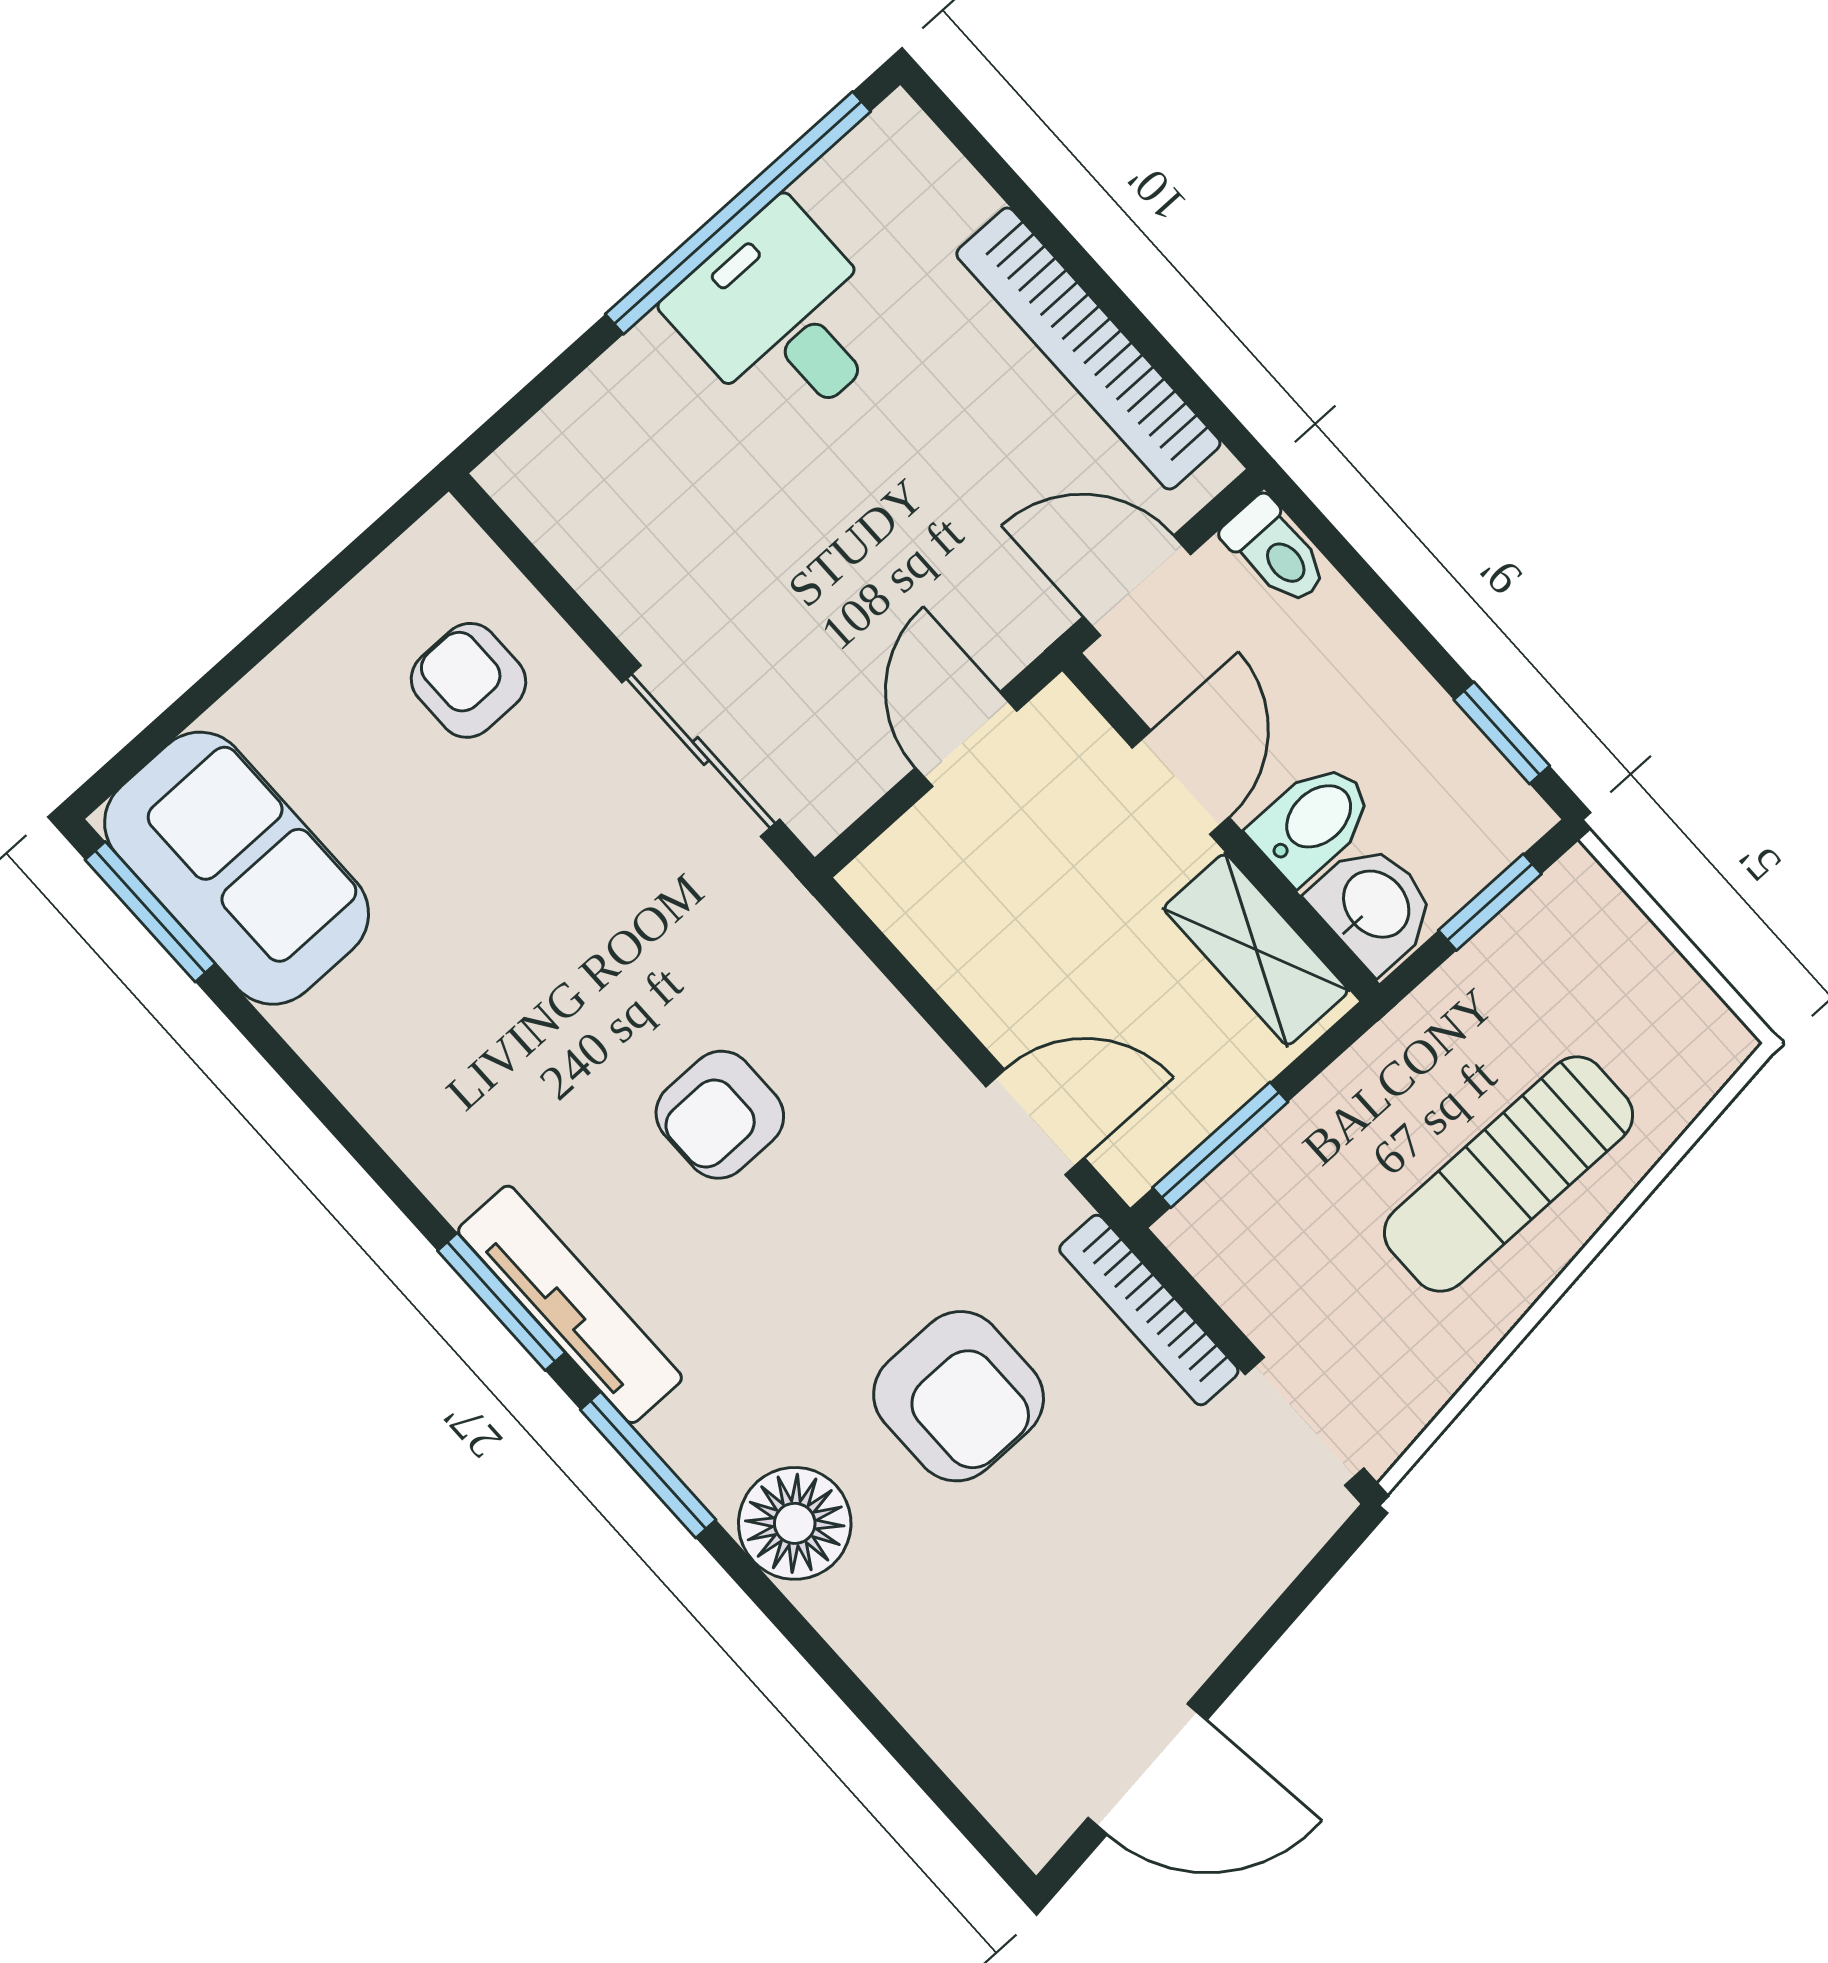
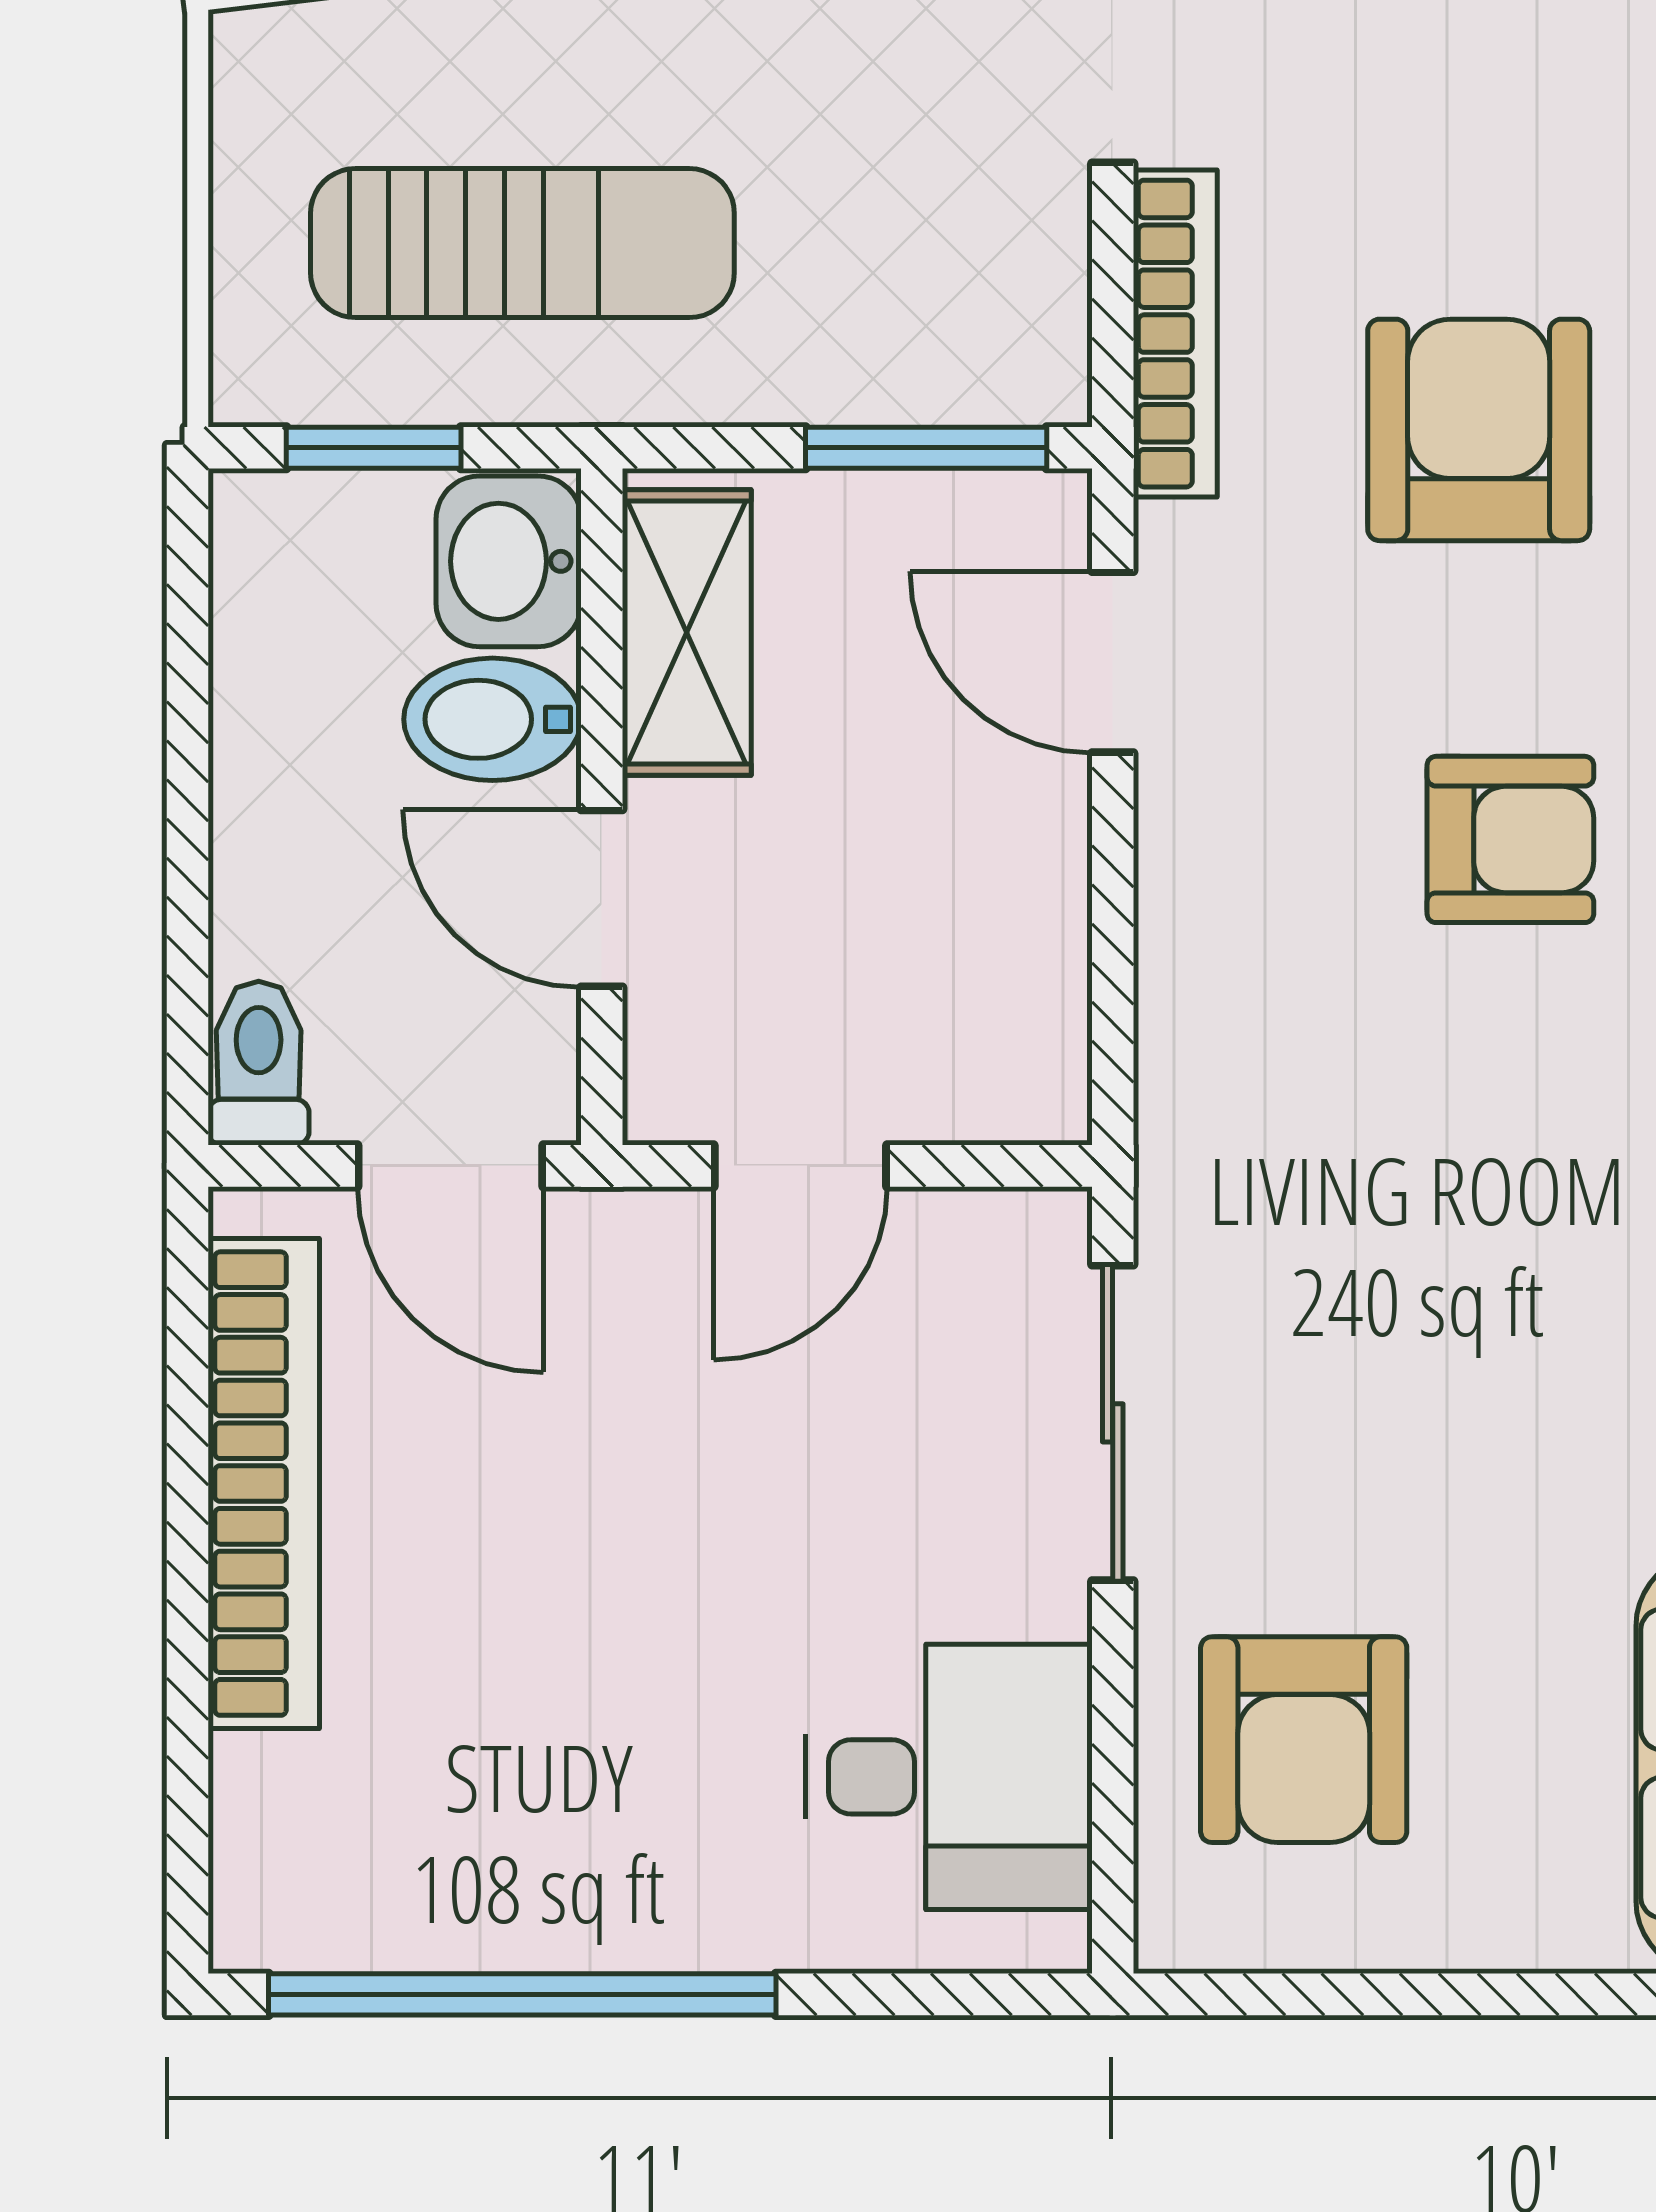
desk: (782, 318) -> (949, 1777), moved, turned -90
armchair: (469, 680) -> (1304, 1740), width x1.38, depth x1.38
window: (1502, 733) -> (187, 627), removed
door: (1181, 782) -> (602, 898), hinge flipped
armchair: (720, 1115) -> (1510, 839), moved
sun lounger: (1509, 1174) -> (522, 243), moved

